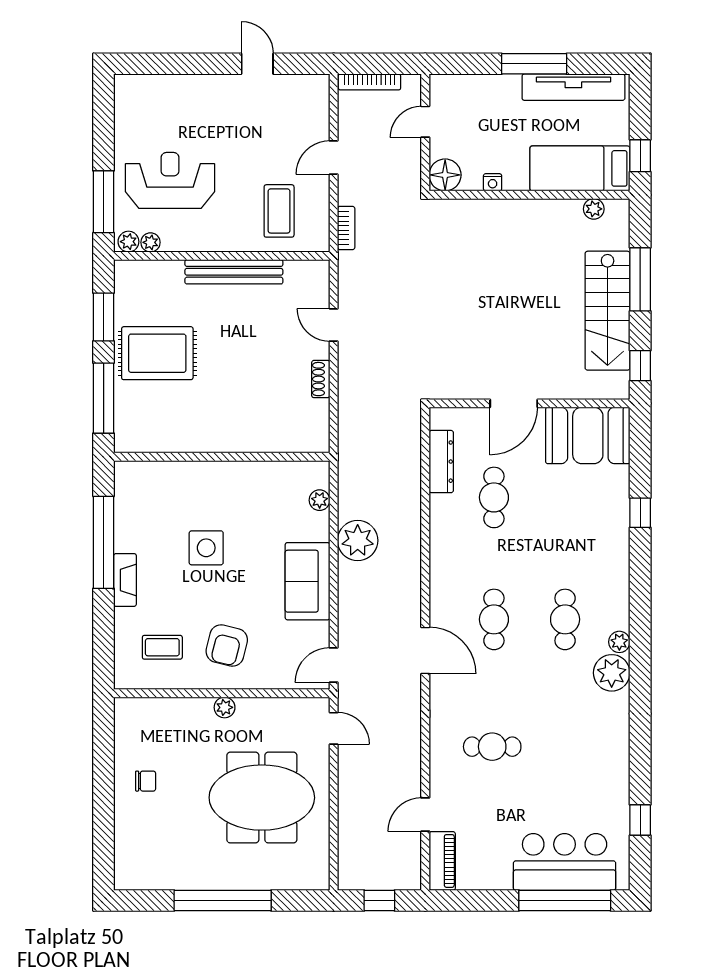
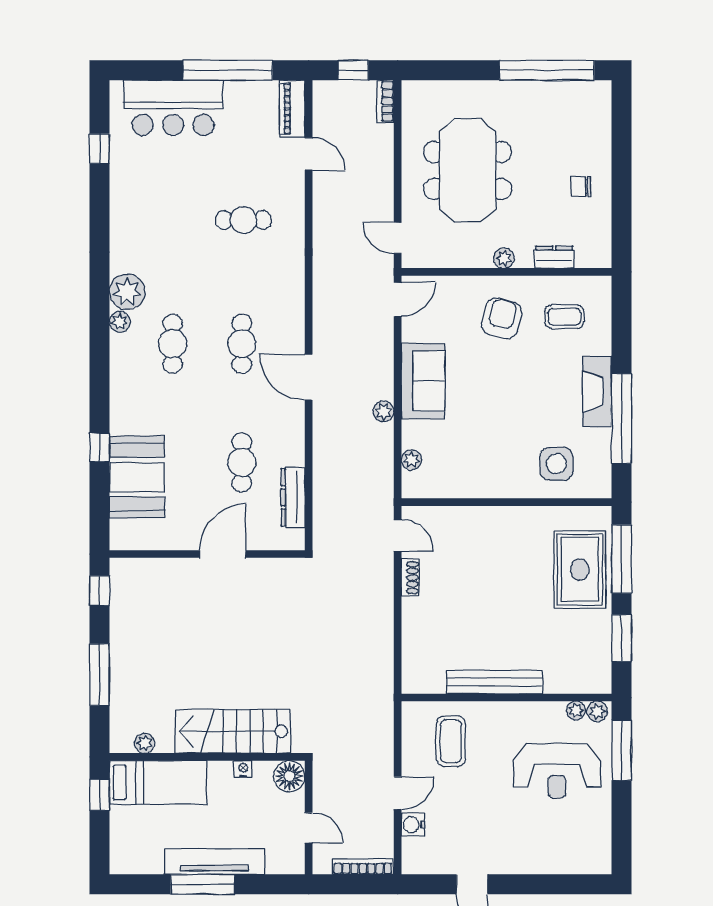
tv unit: (573, 87) -> (215, 862), moved
door: (425, 122) -> (309, 828), hinge flipped
water cooler: (318, 125) -> (413, 825), added
bookcase: (346, 228) -> (386, 101), moved
stairs: (608, 311) -> (233, 731), moved, turned -90
door: (334, 325) -> (398, 535), moved
rug: (157, 353) -> (580, 570), moved, turned 90
booth: (588, 435) -> (137, 477), moved, turned 90
plant: (358, 541) -> (384, 411), width x0.53, depth x0.53
side table: (206, 548) -> (556, 464), moved
fireplace: (125, 580) -> (597, 392), width x1.37, depth x1.32
door: (425, 651) -> (309, 377), moved
dresser: (173, 708) -> (554, 257), added
meeting table: (262, 798) -> (468, 170), turned 90
door: (425, 815) -> (309, 154), hinge flipped
window: (223, 900) -> (547, 70), moved
window: (565, 900) -> (228, 70), moved

